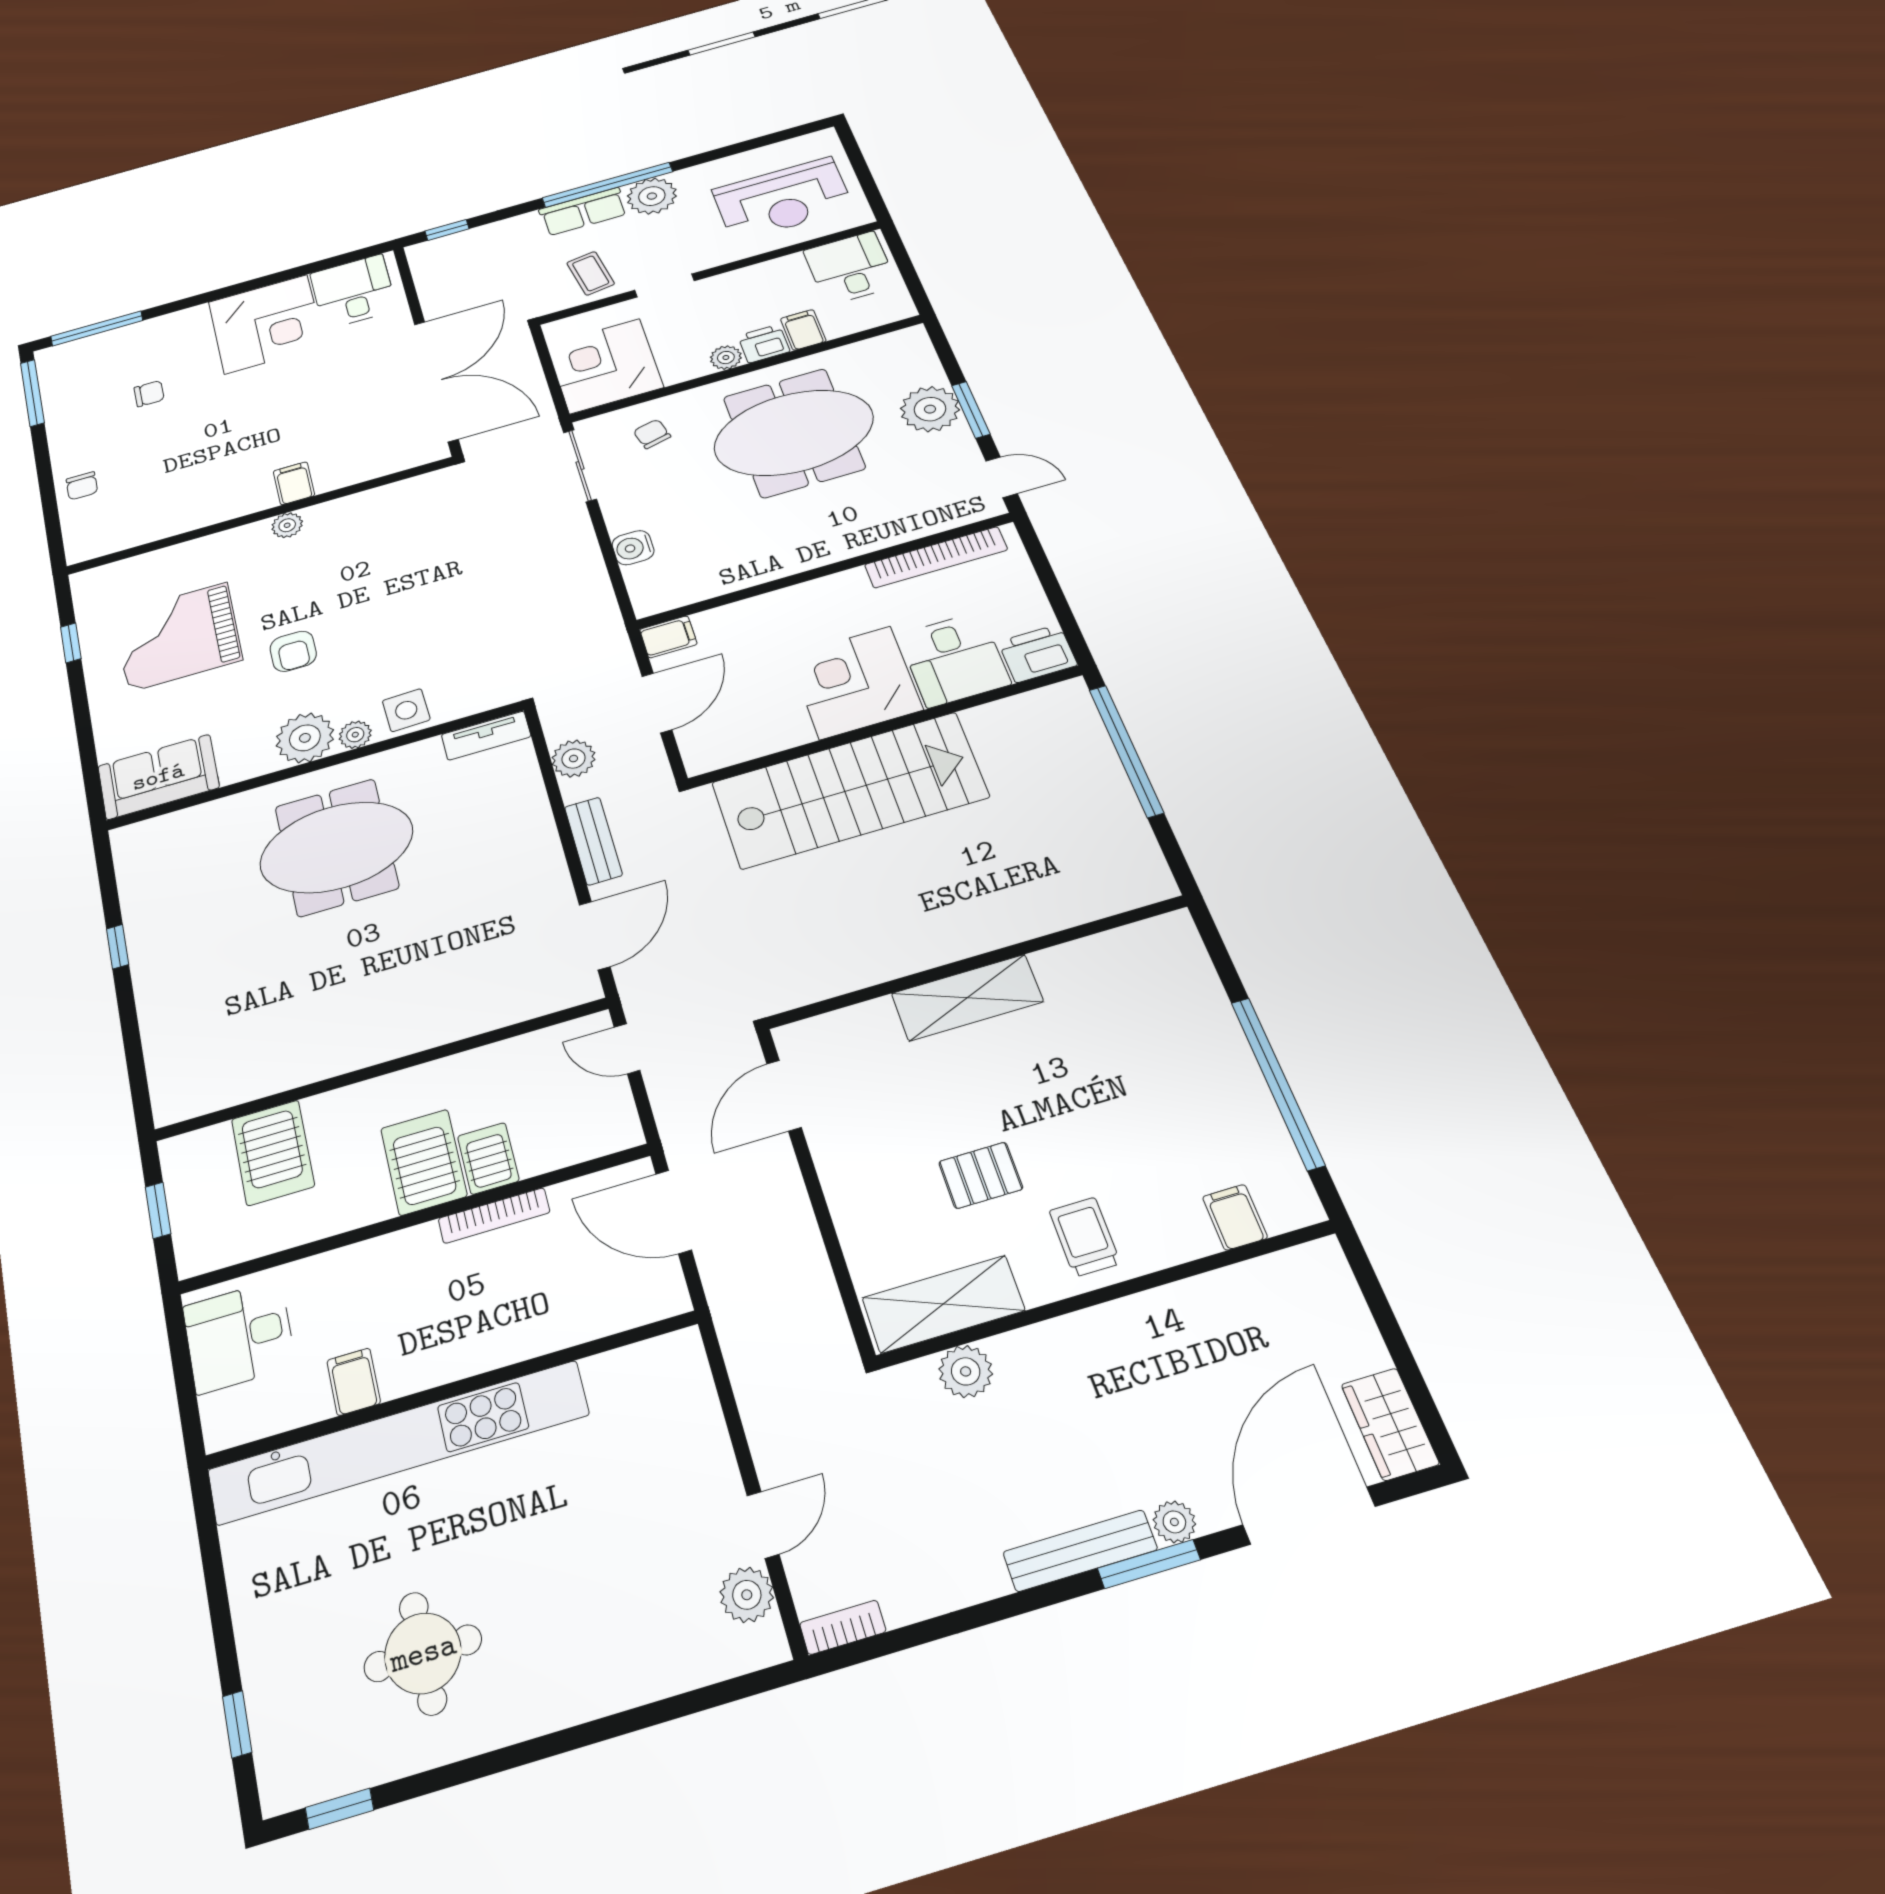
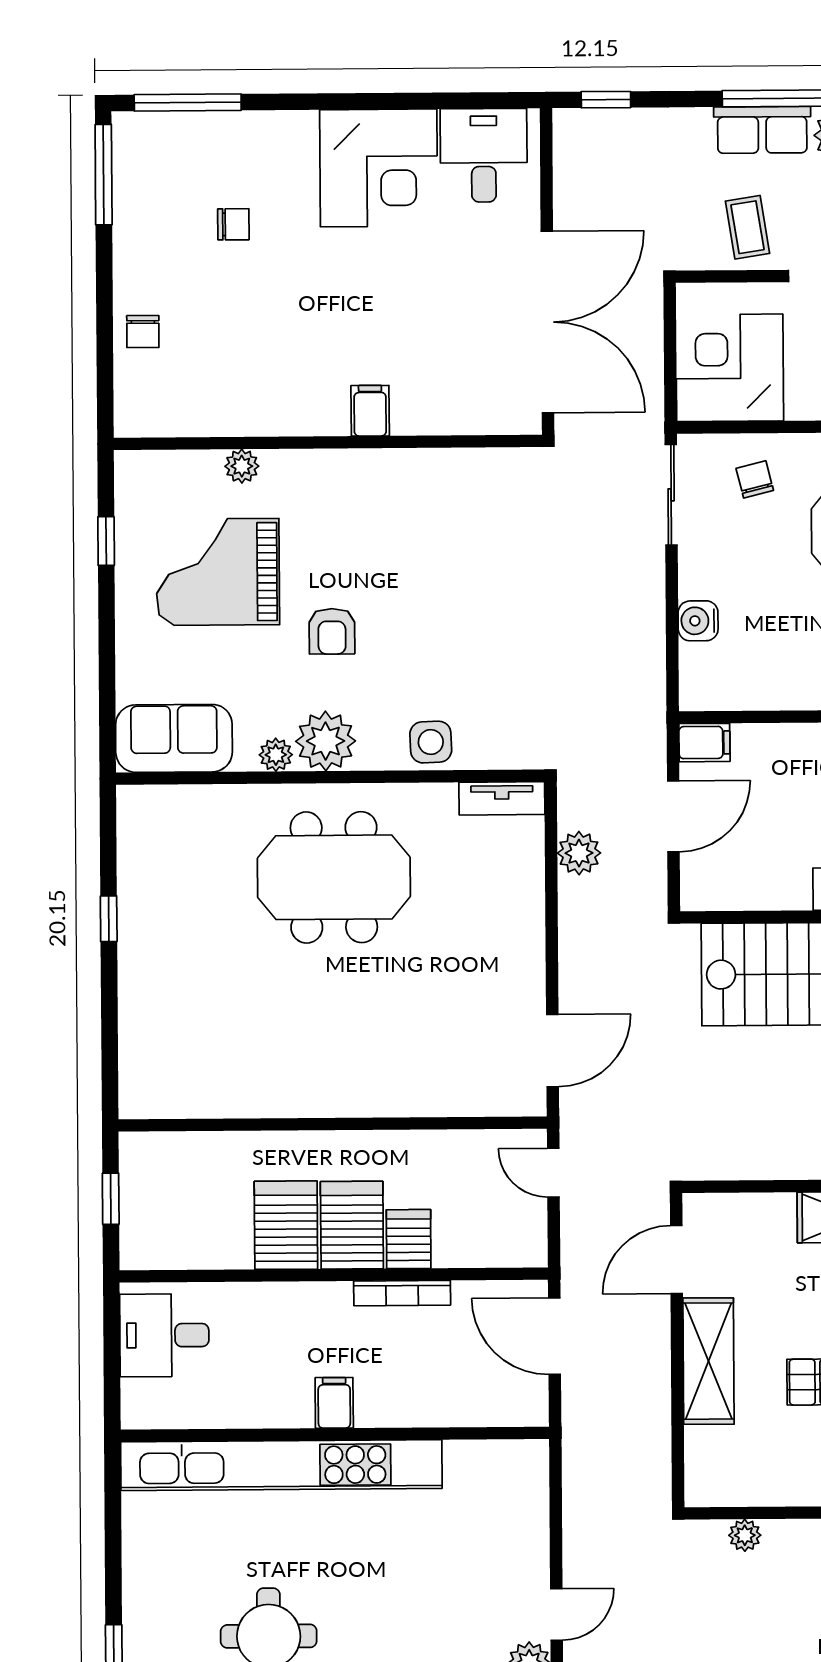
plant: (287, 525) -> (242, 466), moved
plant: (355, 735) -> (276, 755), moved
bench: (593, 841) -> (576, 950), removed
server rack: (273, 1153) -> (286, 1225), moved, turned 180
shelving: (943, 1304) -> (709, 1361), moved, turned 90
plant: (966, 1371) -> (745, 1535), width x0.73, depth x0.73
filing cabinet: (354, 1382) -> (334, 1403), moved

